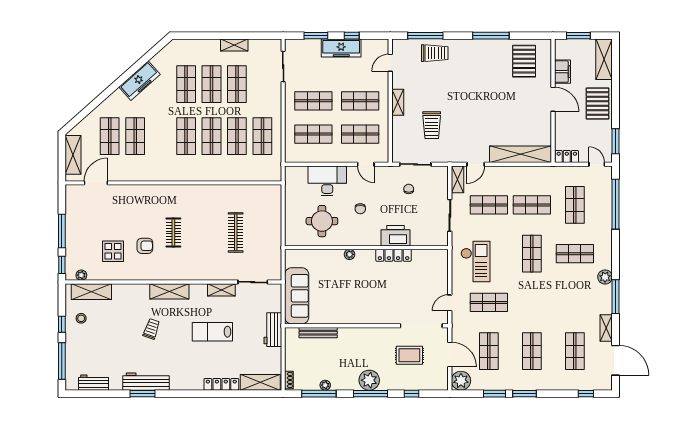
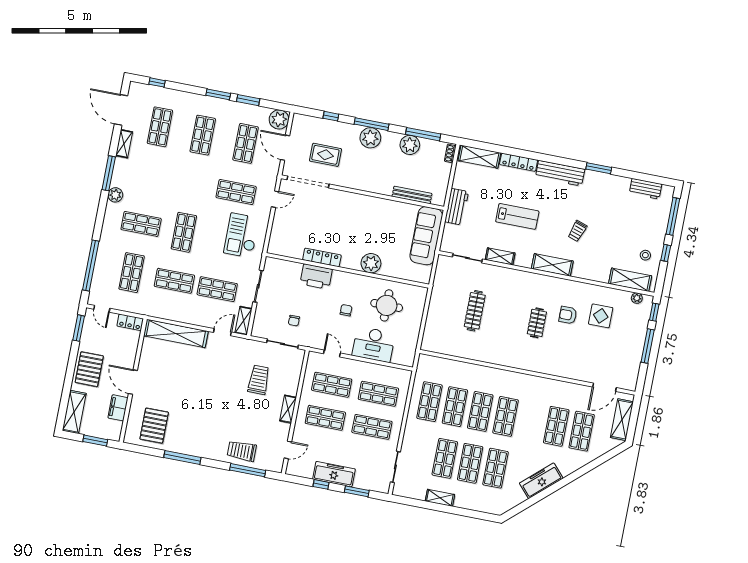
plant: (350, 254) -> (371, 263), width x1.88, depth x1.88
workbench: (146, 382) -> (560, 173), moved
plant: (325, 385) -> (410, 145), width x1.87, depth x1.87

